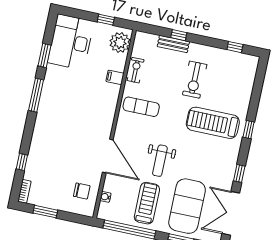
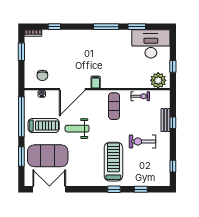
filing cabinet: (115, 77) -> (96, 82), moved
window: (239, 173) -> (141, 189), moved

